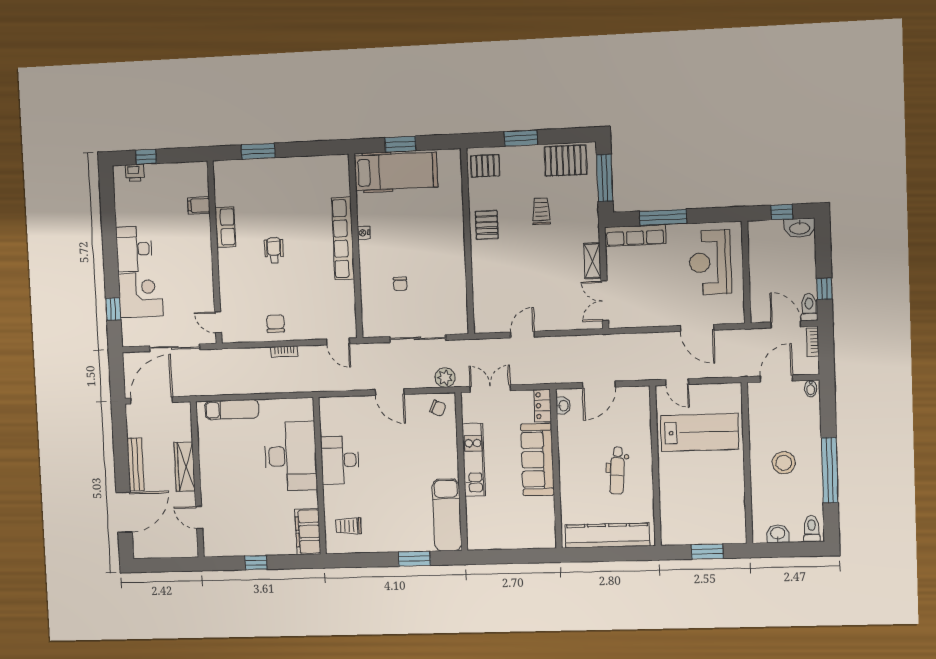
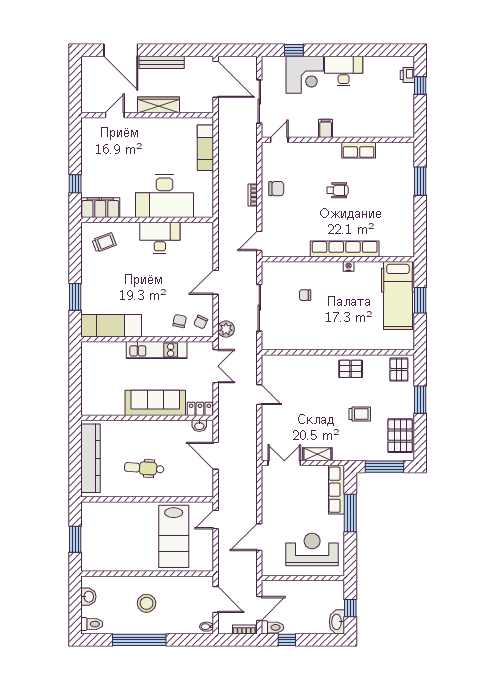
filing cabinet: (199, 206) -> (326, 128), moved
chair: (438, 433) -> (180, 321), added
trolley: (349, 526) -> (104, 243), turned 69
window: (256, 563) -> (75, 184), moved

